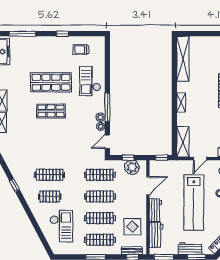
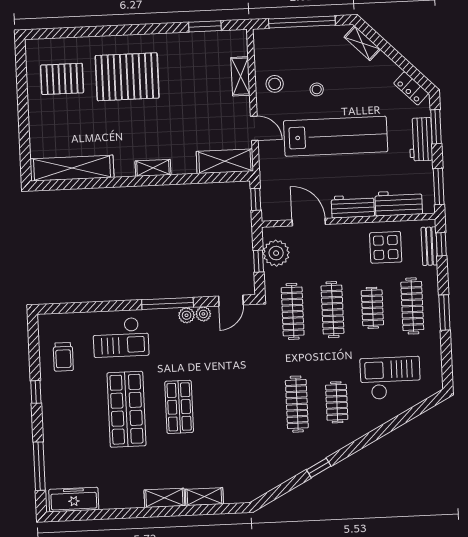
door: (107, 142) -> (231, 301), hinge flipped
clothes rail: (100, 218) -> (372, 308), width x0.73

